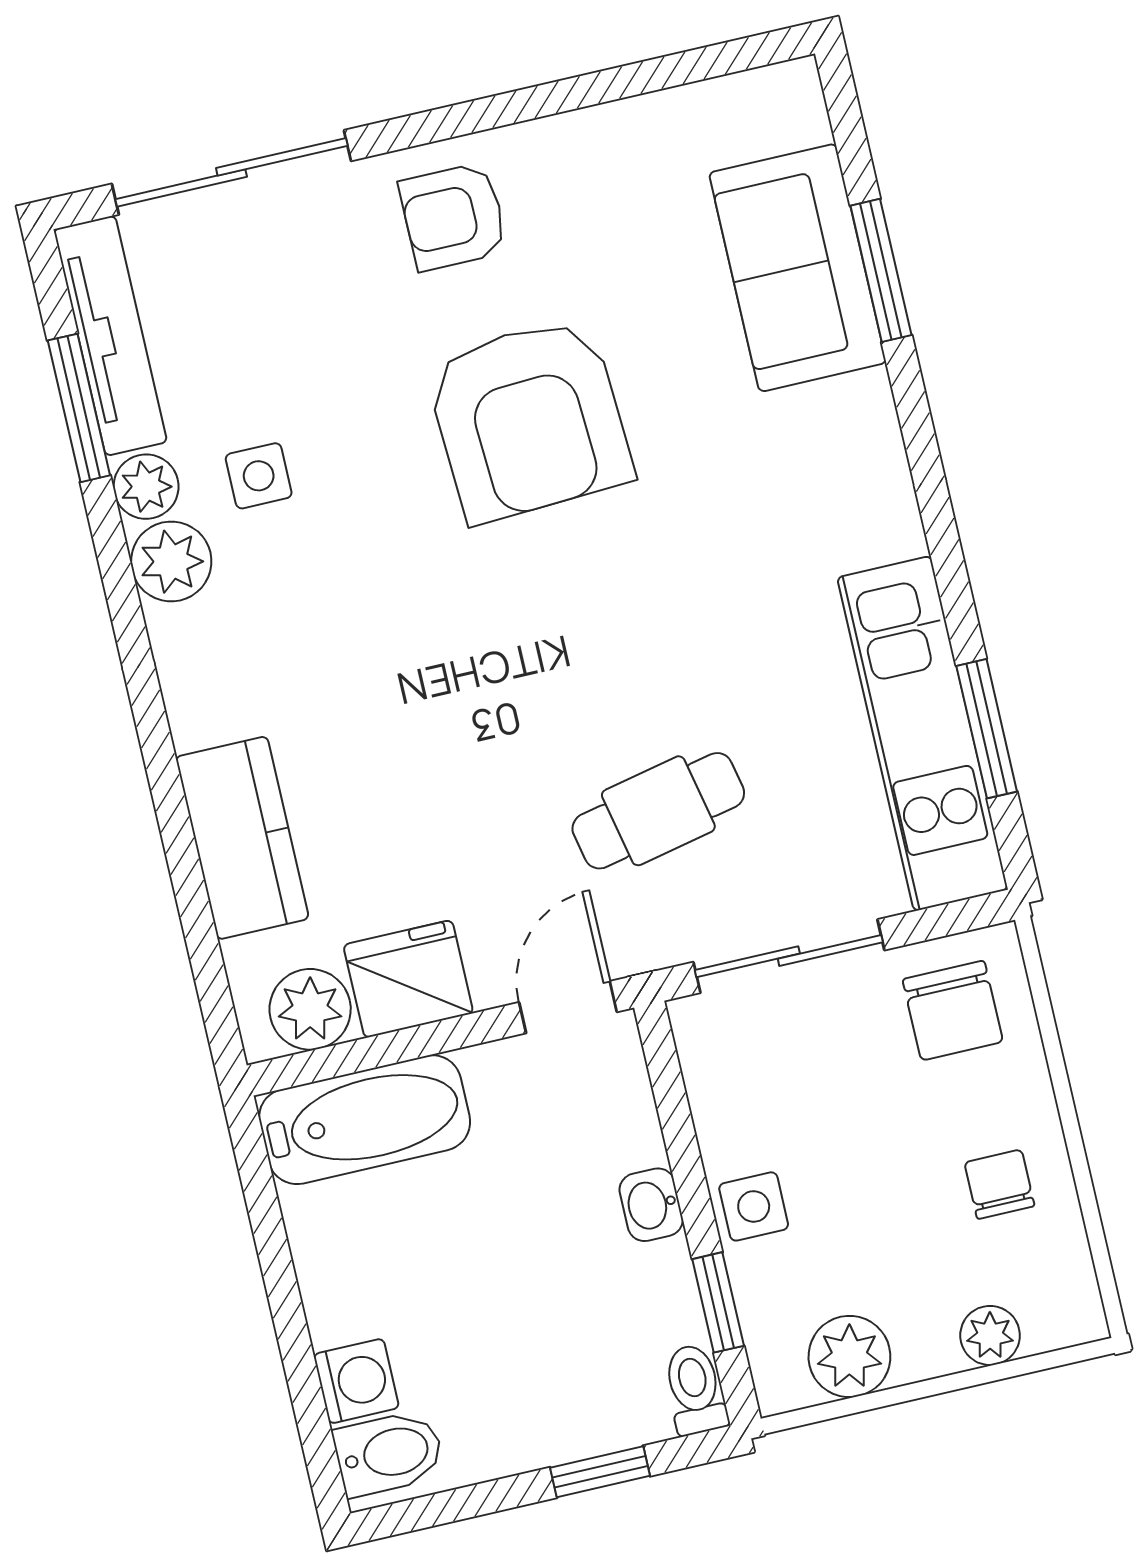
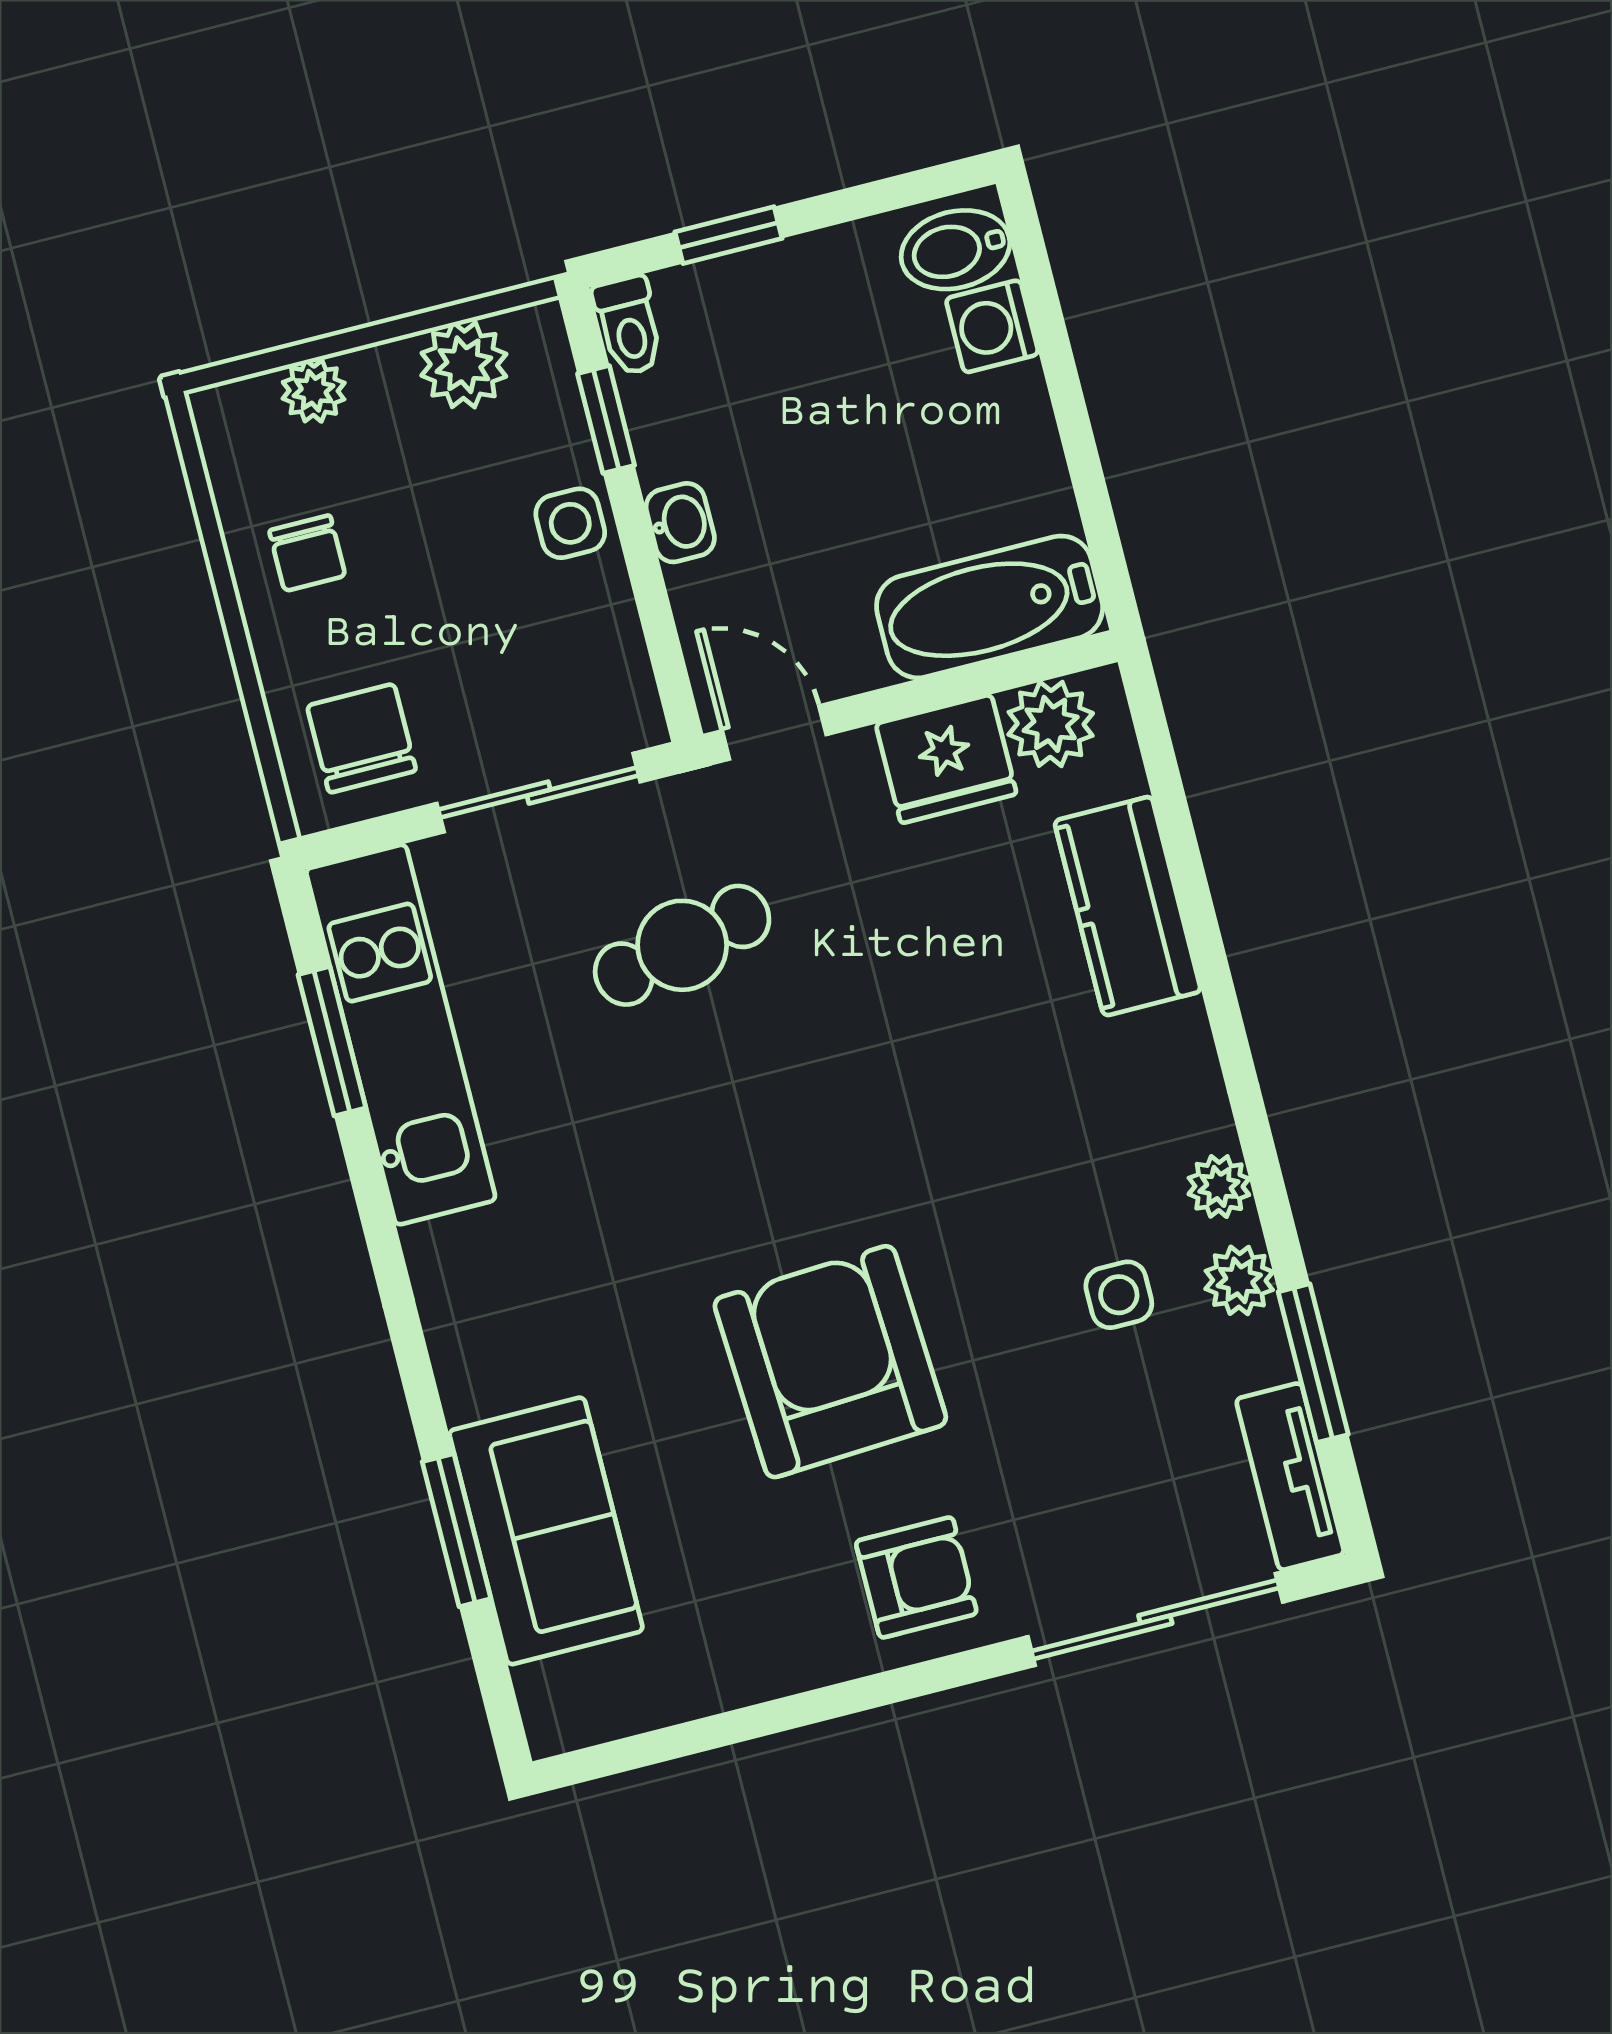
tv unit: (110, 336) -> (1290, 1477), width x0.71
plant: (171, 562) -> (1219, 1186), width x0.73, depth x0.73
door: (568, 1007) -> (774, 733), swing flipped

